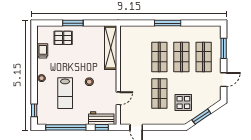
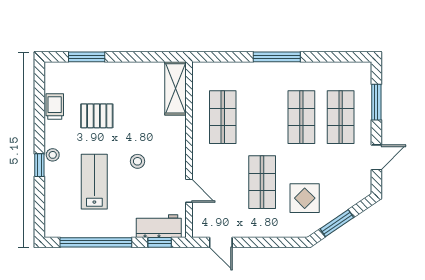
window: (73, 23) -> (87, 57), moved
pallet: (63, 38) -> (97, 116), moved
shelving: (111, 48) -> (175, 88), width x0.68
shop shelf: (159, 57) -> (223, 117), moved
lab bench: (65, 93) -> (94, 182), turned 180
door: (118, 98) -> (189, 191), hinge flipped
window: (34, 110) -> (39, 165), moved

